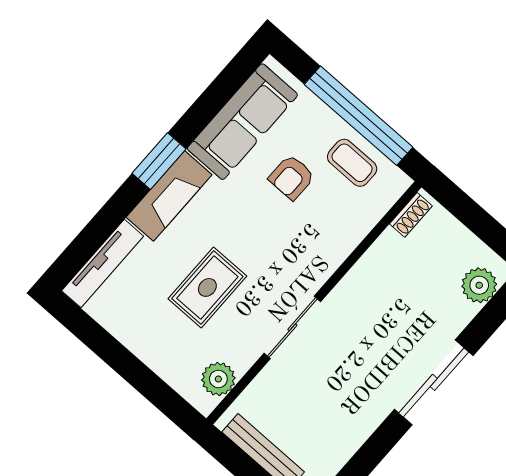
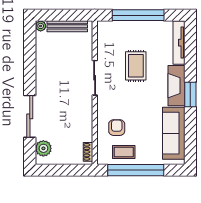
armchair: (292, 177) -> (117, 128), moved
window: (130, 368) -> (138, 15), added
plant: (218, 379) -> (105, 38), removed
sliding door: (434, 382) -> (30, 116), moved

